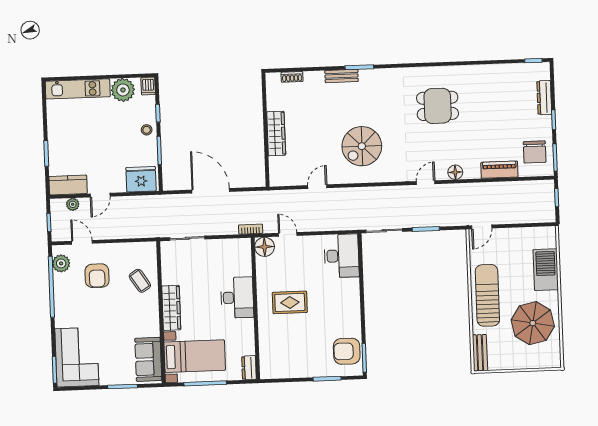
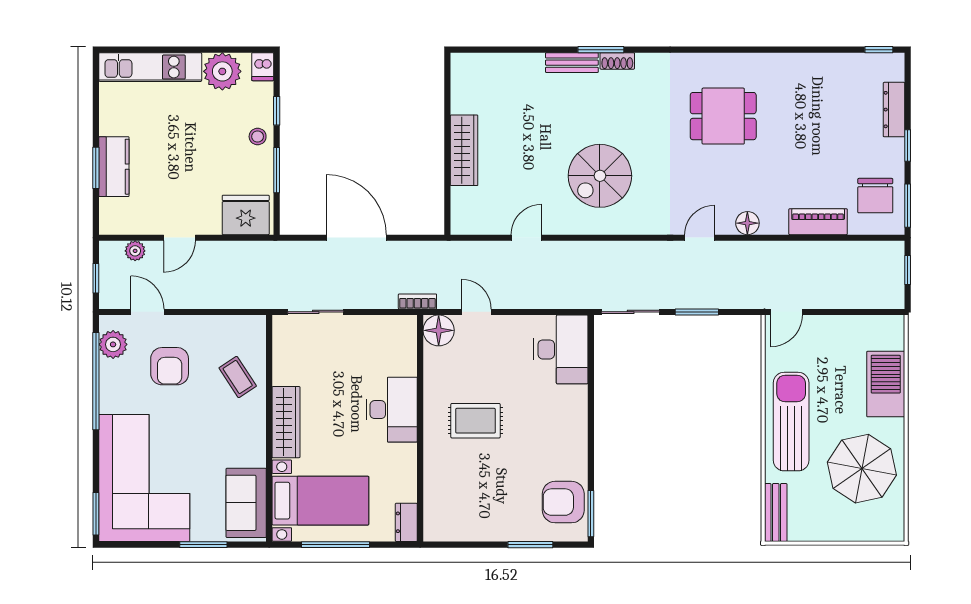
shoe rack: (292, 77) -> (617, 61), moved
kitchen counter: (68, 185) -> (114, 167), moved, turned 90
corner sofa: (77, 357) -> (144, 478), width x1.36, depth x1.36

